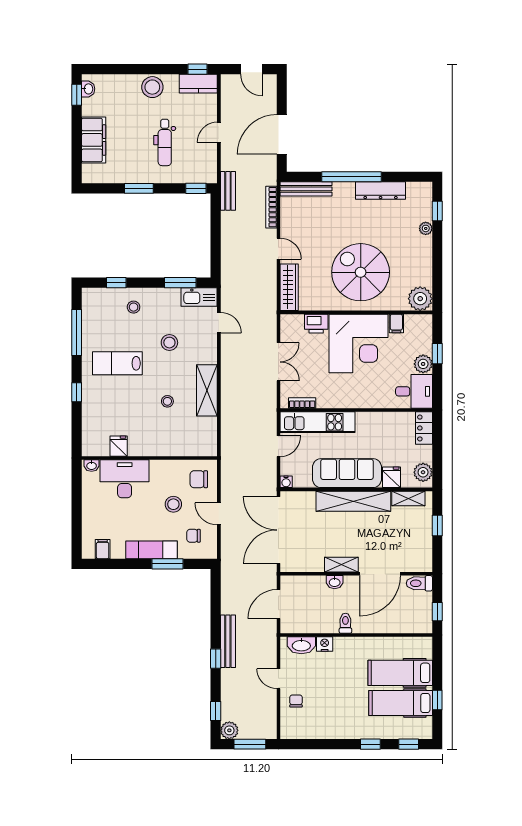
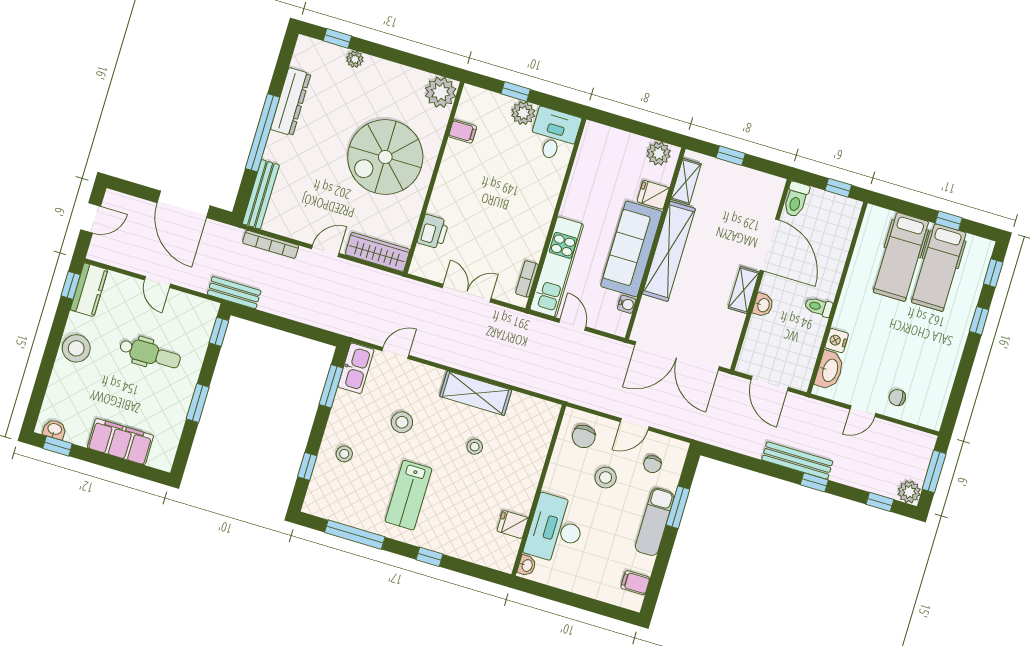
corner desk: (359, 343) -> (474, 186), removed
locker: (424, 428) -> (604, 136), removed
water cooler: (286, 482) -> (627, 304), moved

